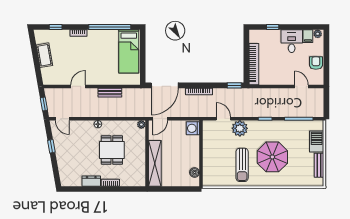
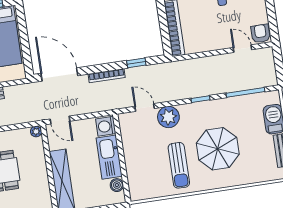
armchair: (316, 63) -> (261, 34), moved
door: (165, 85) -> (59, 74), swing flipped
window: (234, 85) -> (136, 63), moved
door: (160, 119) -> (60, 120), hinge flipped
kitchen sink: (192, 151) -> (109, 157), added

